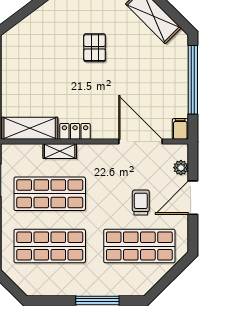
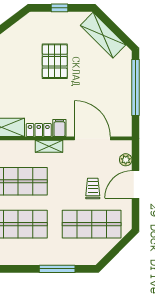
pallet: (95, 48) -> (55, 61), width x1.50, depth x1.42
filing cabinet: (180, 129) -> (59, 128), moved
shelving: (60, 151) -> (49, 146), moved

